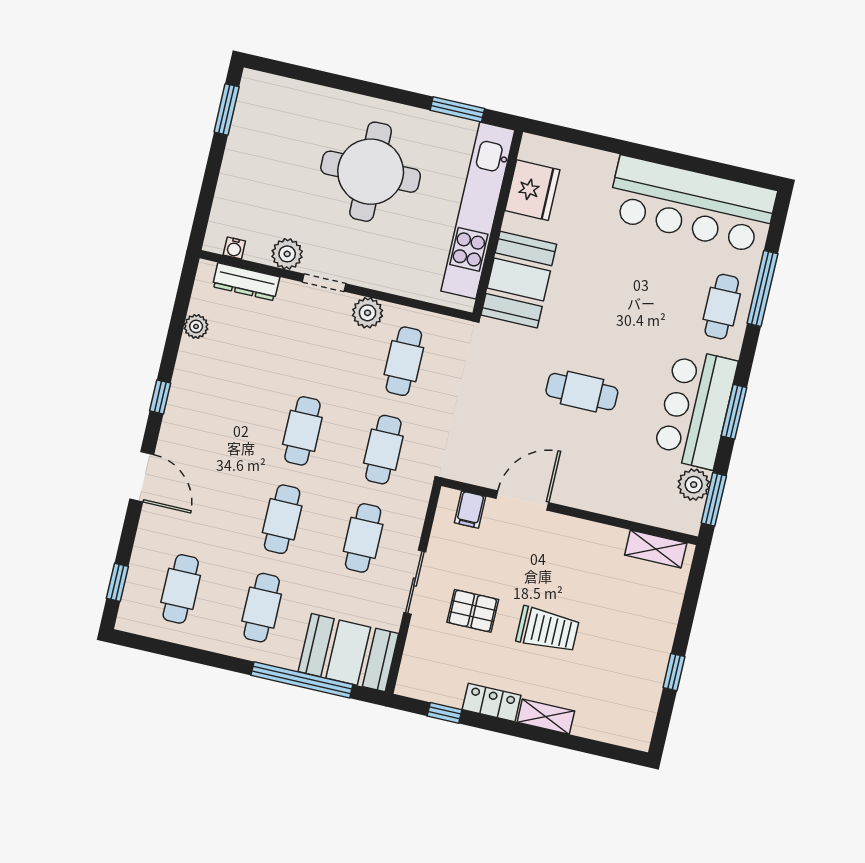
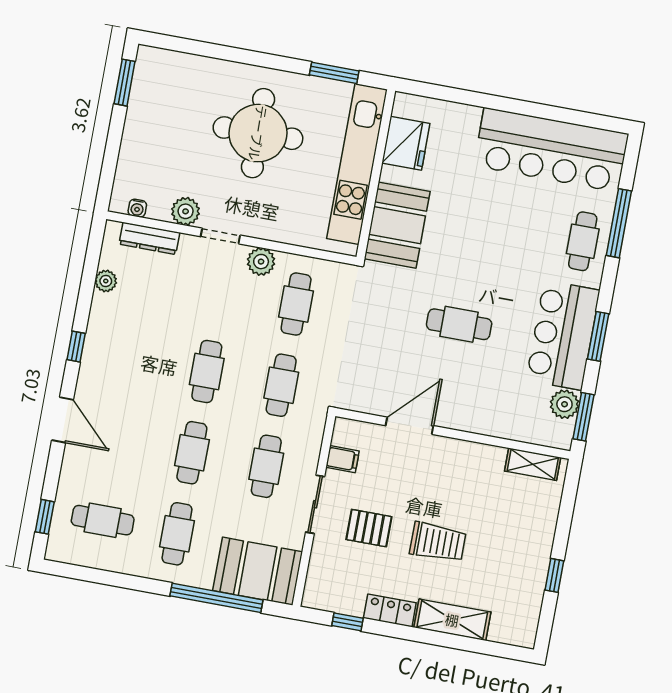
filing cabinet: (470, 510) -> (343, 459), moved, turned -90
cafe table: (181, 589) -> (103, 520), turned 90
shelving: (546, 717) -> (452, 620), width x1.50, depth x1.33

